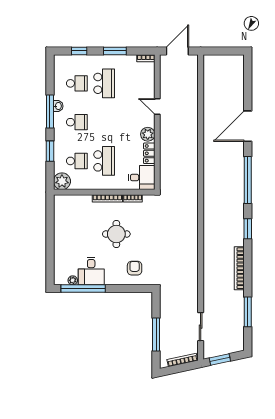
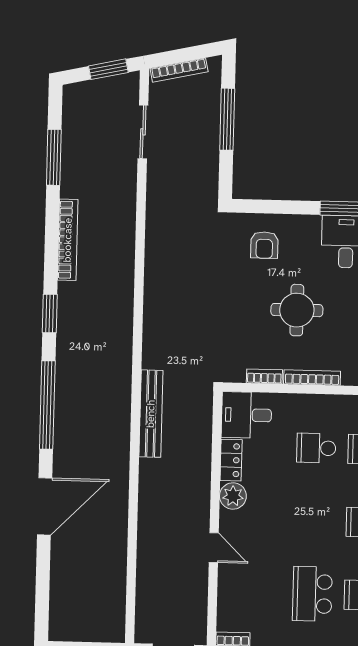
school desk: (104, 161) -> (316, 448), width x0.54
bench: (192, 177) -> (151, 414), added

